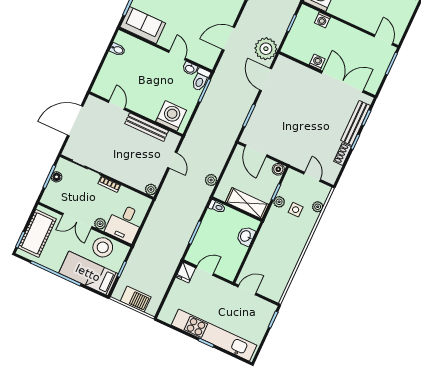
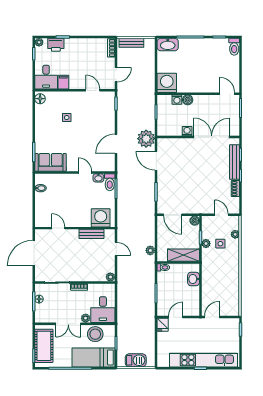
boiler: (335, 26) -> (188, 100), added
bench: (147, 127) -> (91, 234), width x0.73

